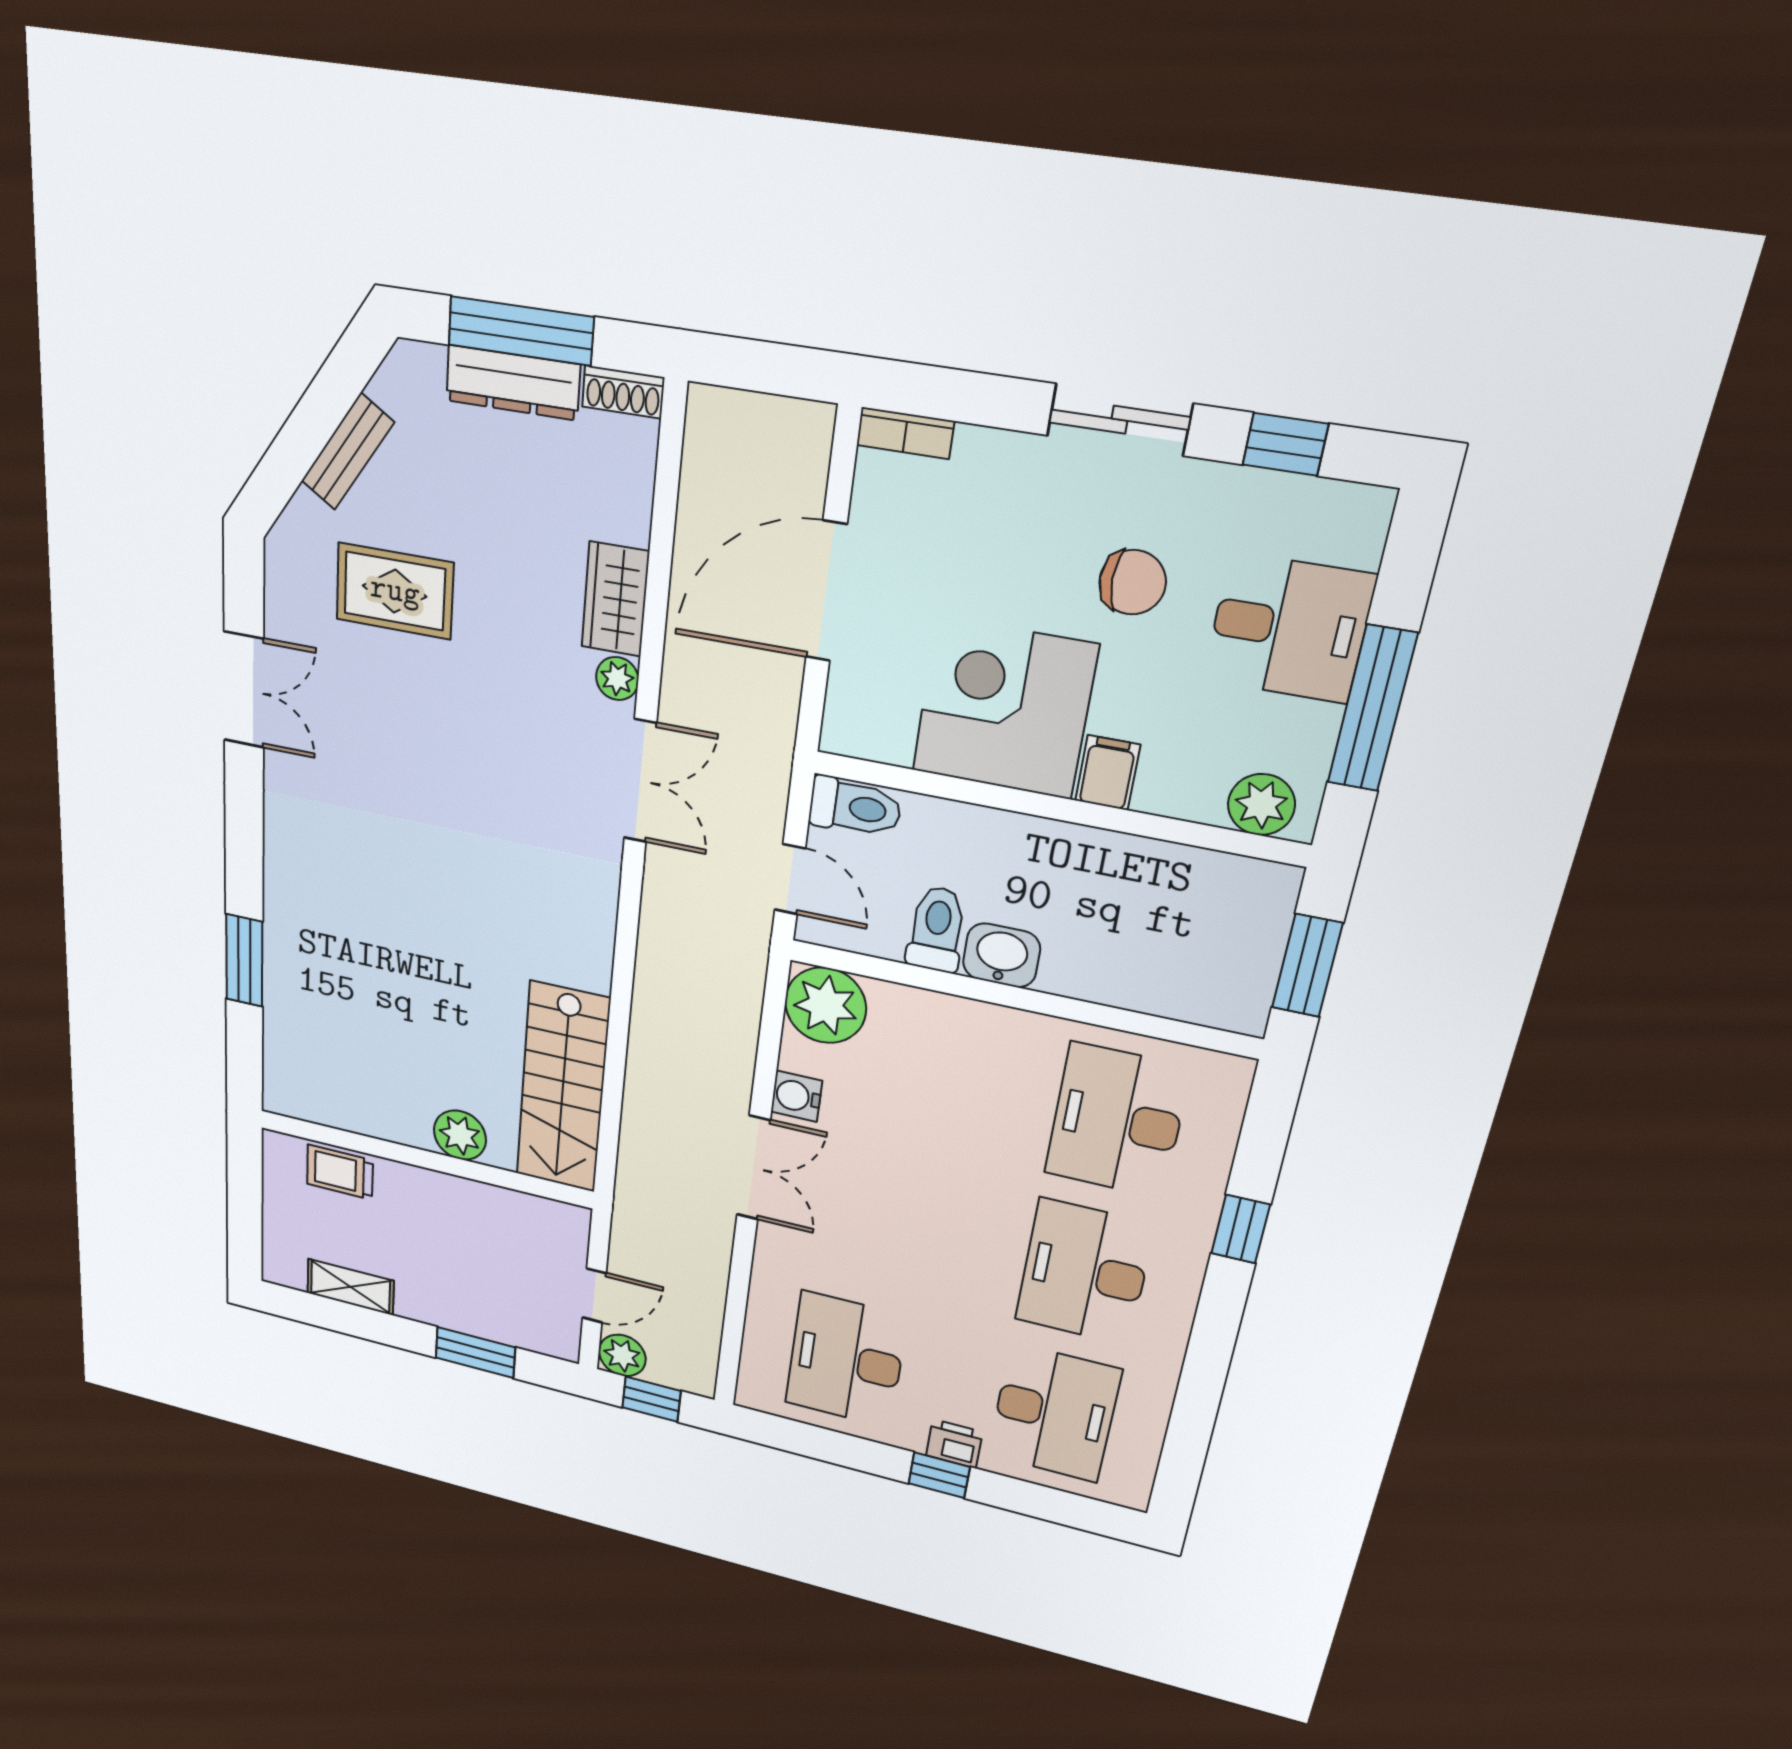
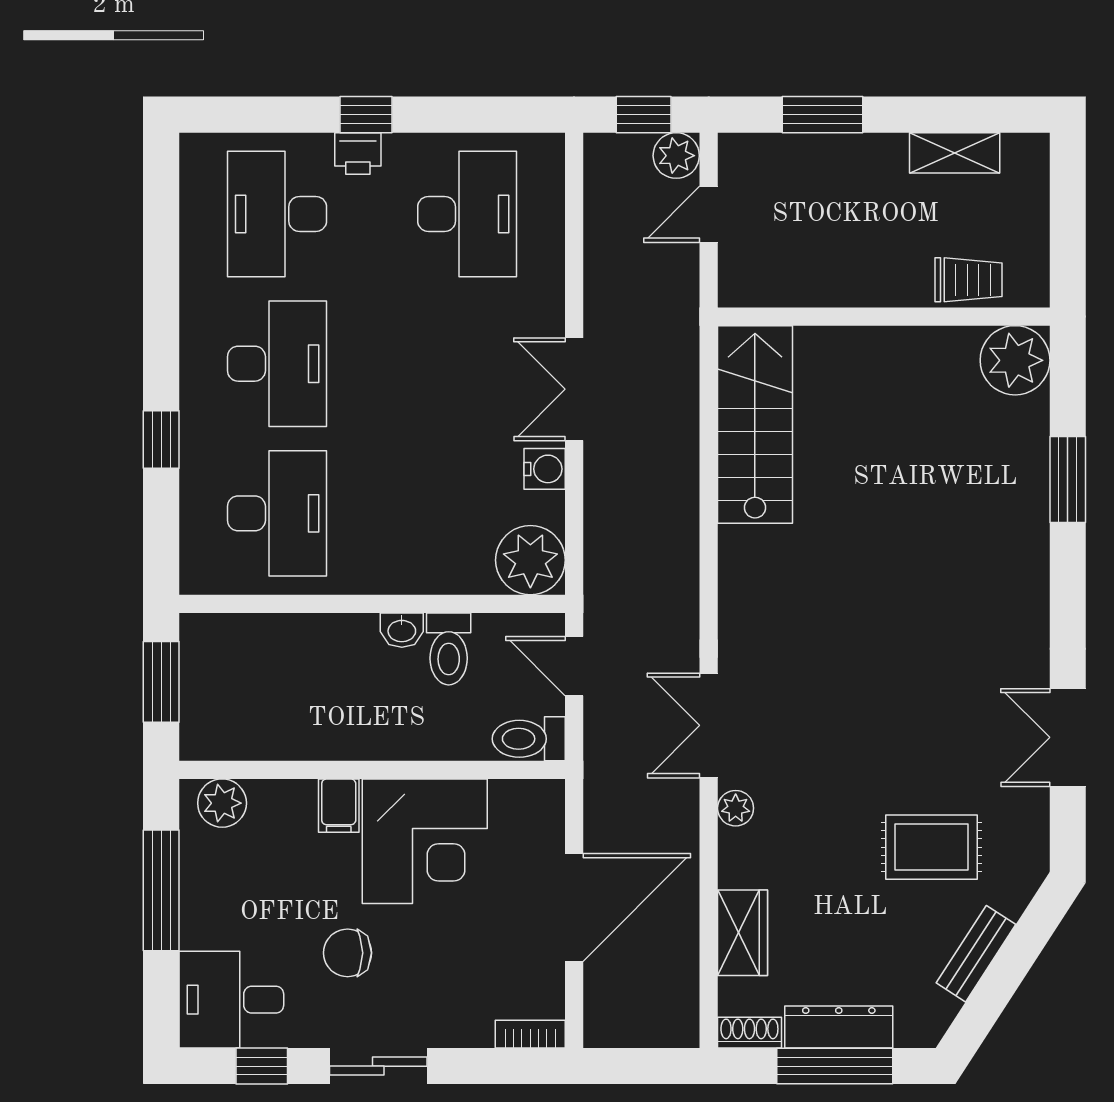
wardrobe: (615, 599) -> (743, 933), moved
desk: (1289, 628) -> (231, 1000), moved
washbasin: (1001, 955) -> (402, 630), width x0.72, depth x0.69
plant: (460, 1135) -> (1015, 360), moved, width x1.36, depth x1.36

